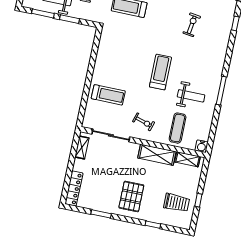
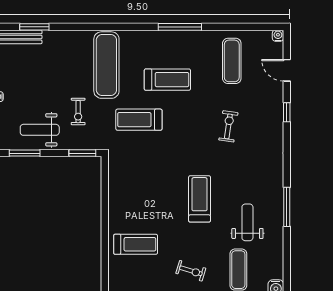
window: (69, 19) -> (82, 153), moved
weight bench: (191, 96) -> (247, 222), turned -90

